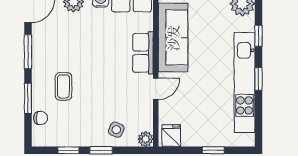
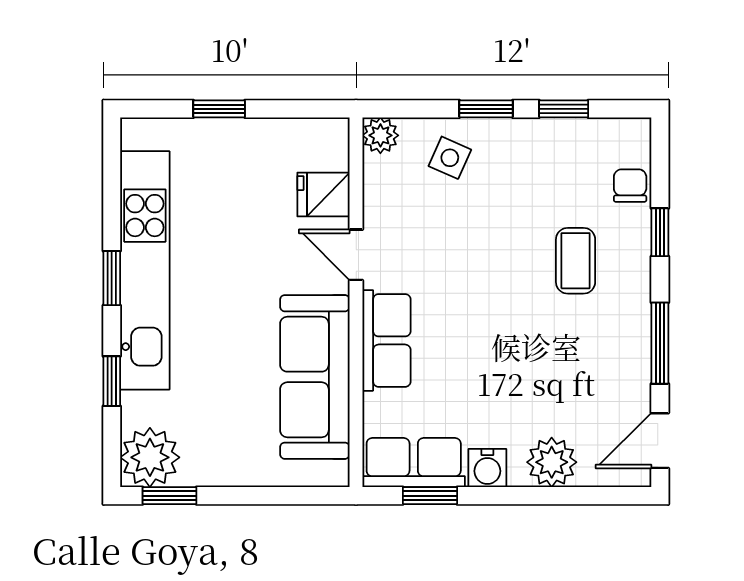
door: (156, 89) -> (356, 255), hinge flipped
window: (28, 98) -> (660, 232), width x0.67
chair: (41, 118) -> (630, 186), turned 90
fridge: (171, 136) -> (324, 194), moved, turned 90

